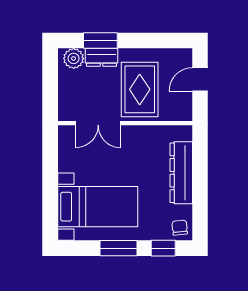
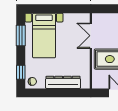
window: (119, 248) -> (21, 35), moved

